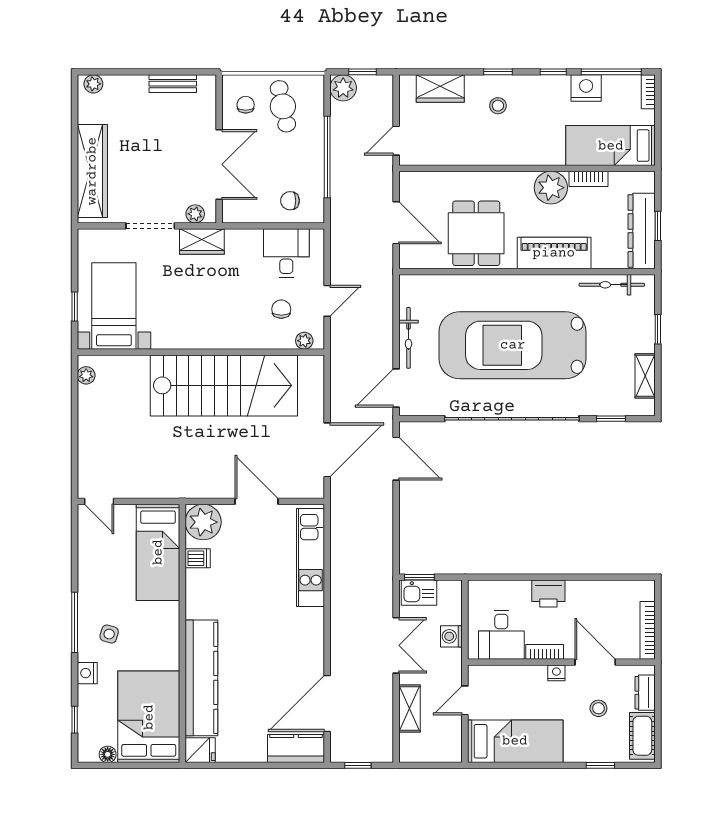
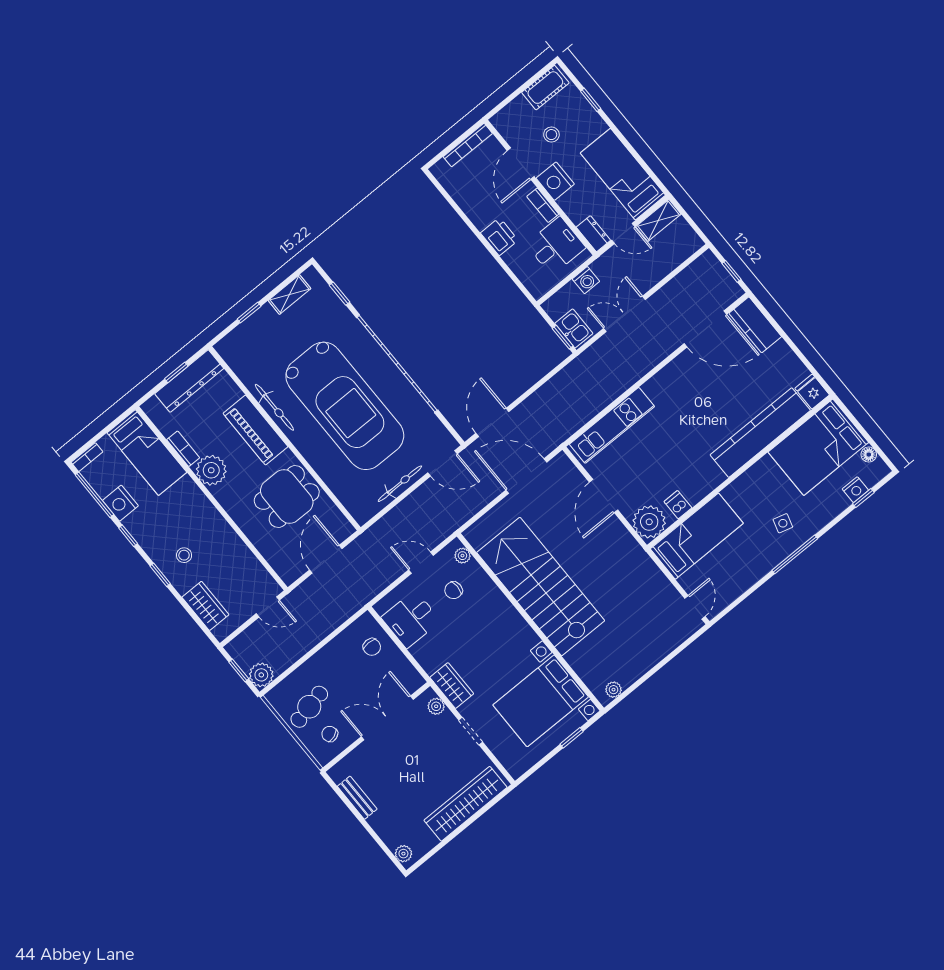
chair: (246, 105) -> (330, 734), turned 70
window: (327, 157) -> (319, 646), removed
doorway: (150, 226) -> (471, 731), width x0.73
bicycle: (612, 285) -> (274, 407), moved
bed with nightstands: (114, 306) -> (541, 701), width x1.36
nightstand: (87, 673) -> (855, 490), moved
nightstand: (556, 673) -> (555, 181), width x1.89, depth x1.79
dresser: (645, 693) -> (593, 234), moved, turned -90
shelving: (409, 709) -> (658, 220), moved

